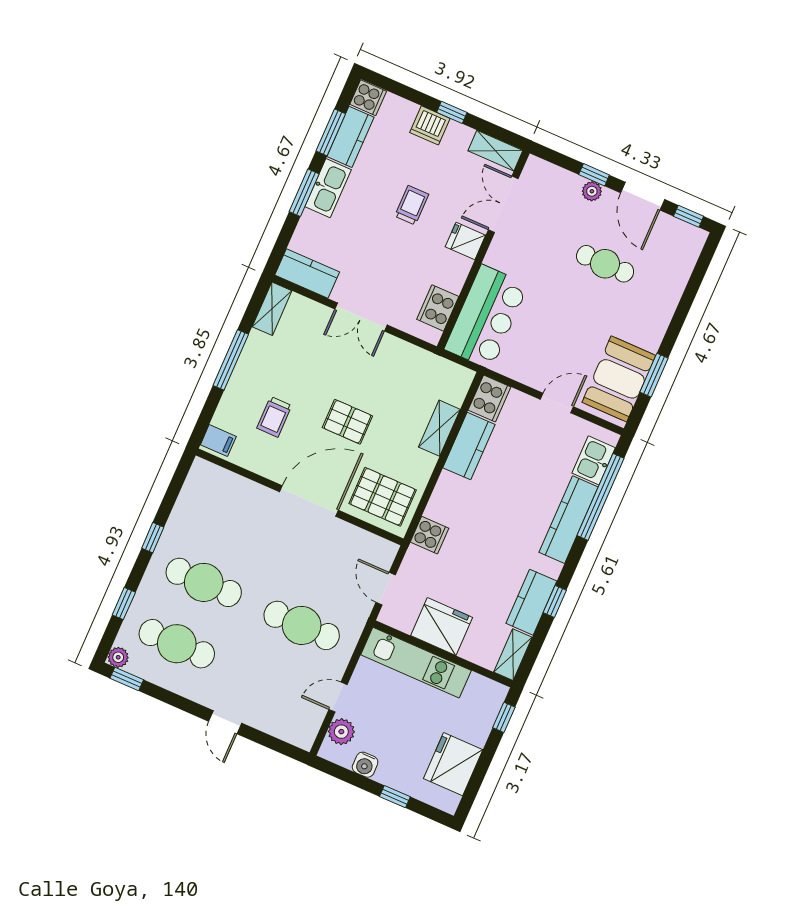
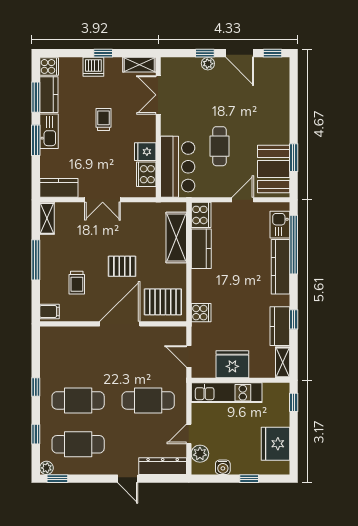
fridge: (465, 241) -> (145, 152), moved
cafe table: (605, 264) -> (219, 146), moved, turned 90
shelving: (439, 428) -> (176, 237), width x1.50, depth x1.33
dresser: (282, 726) -> (163, 466), added

